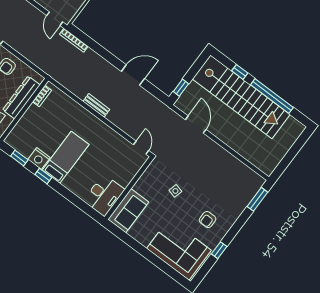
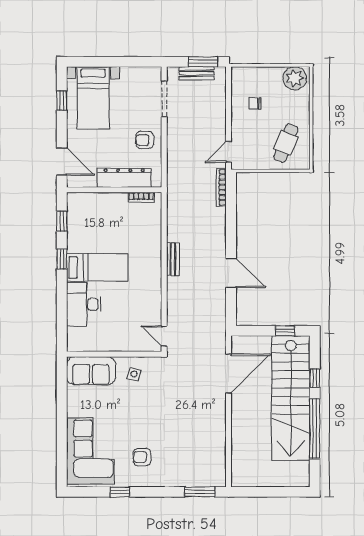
window: (181, 88) -> (285, 331), moved
door: (196, 125) -> (229, 374), width x1.36
door: (141, 148) -> (164, 336), swing flipped
nightstand: (39, 159) -> (76, 242), removed
side table: (175, 191) -> (134, 374), moved
desk: (104, 195) -> (84, 304), moved, turned 90

